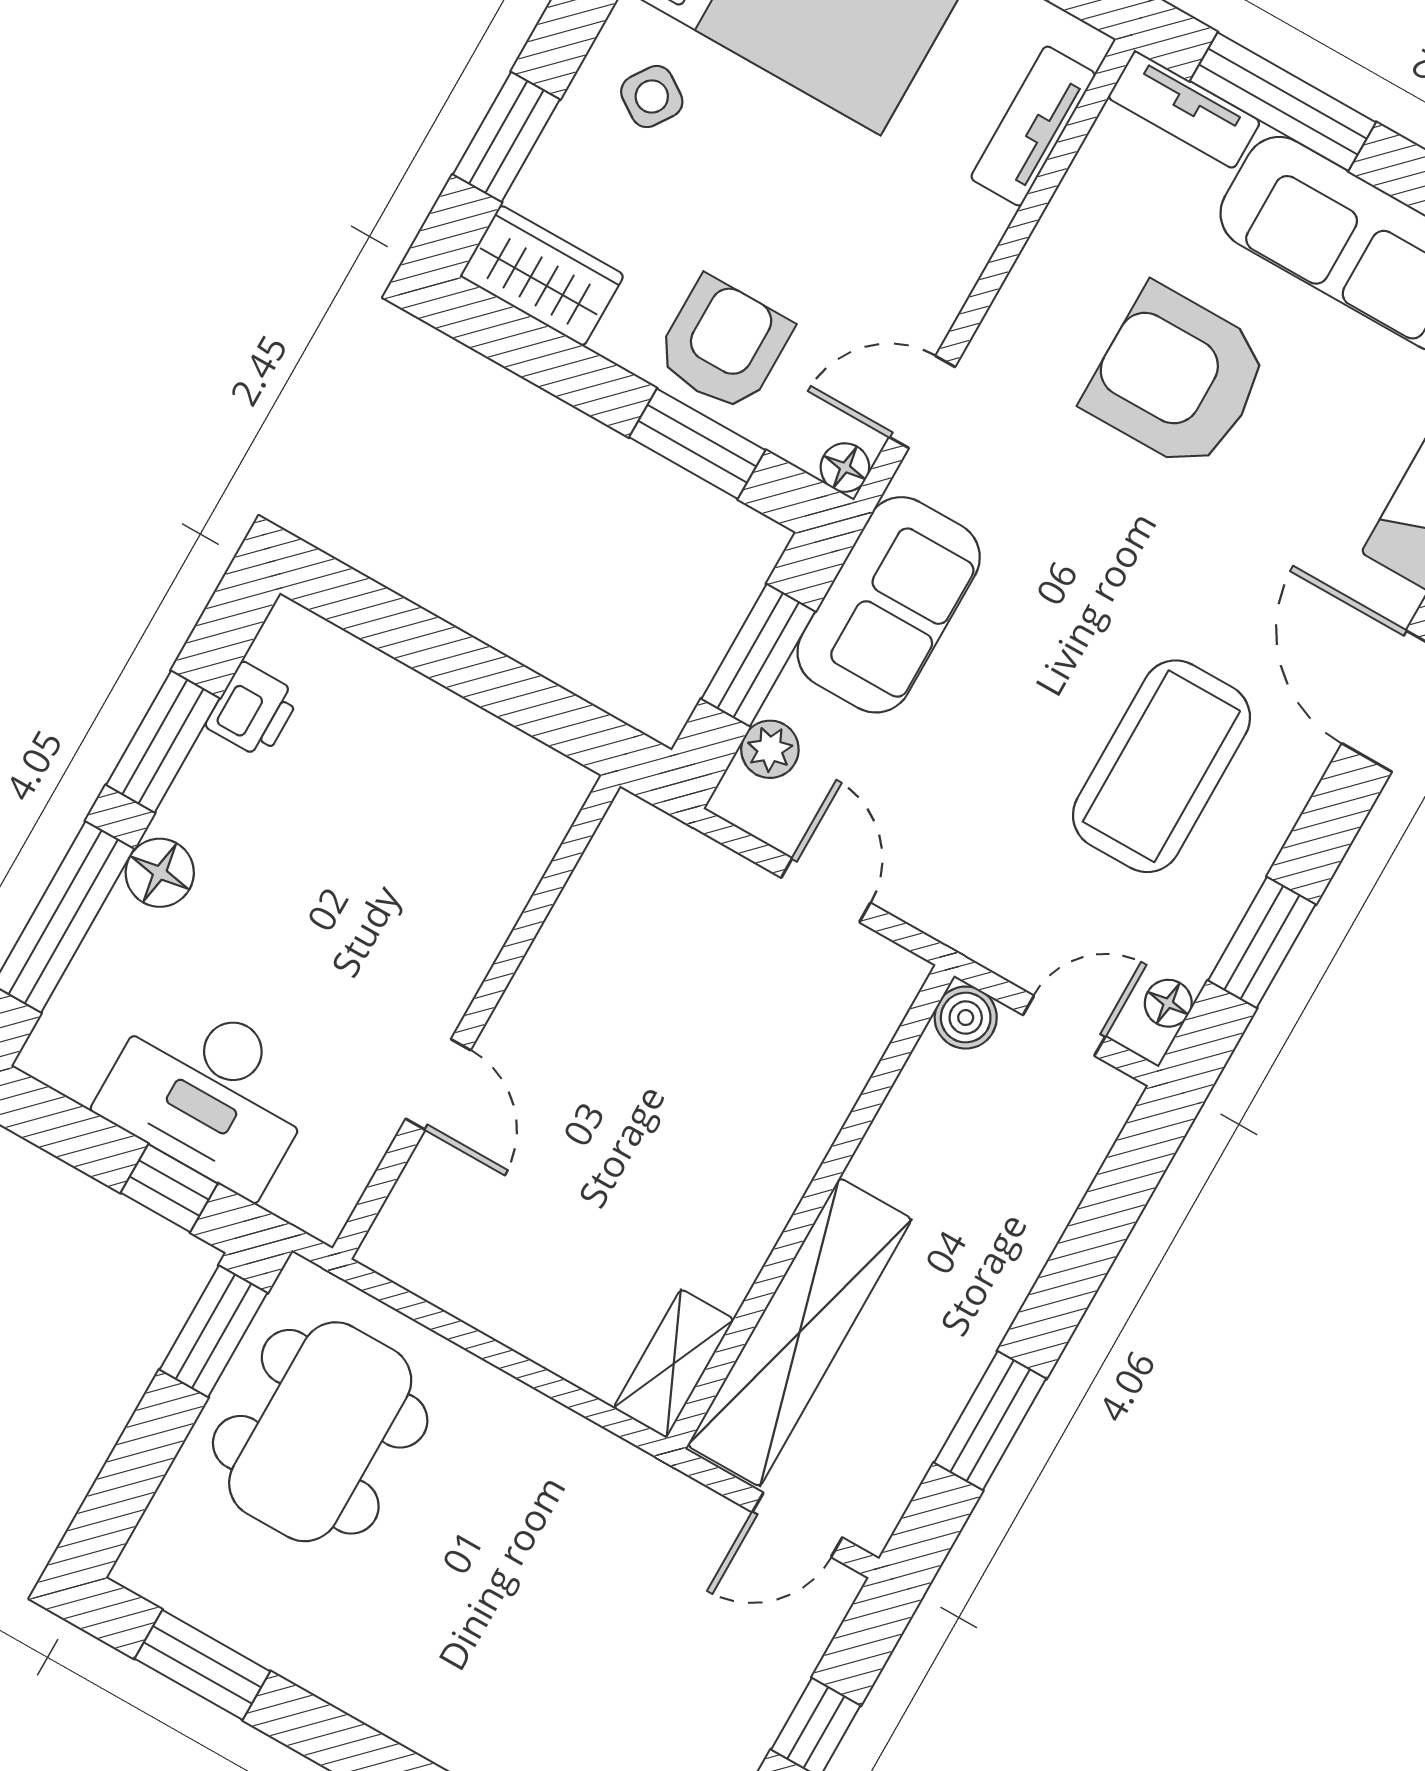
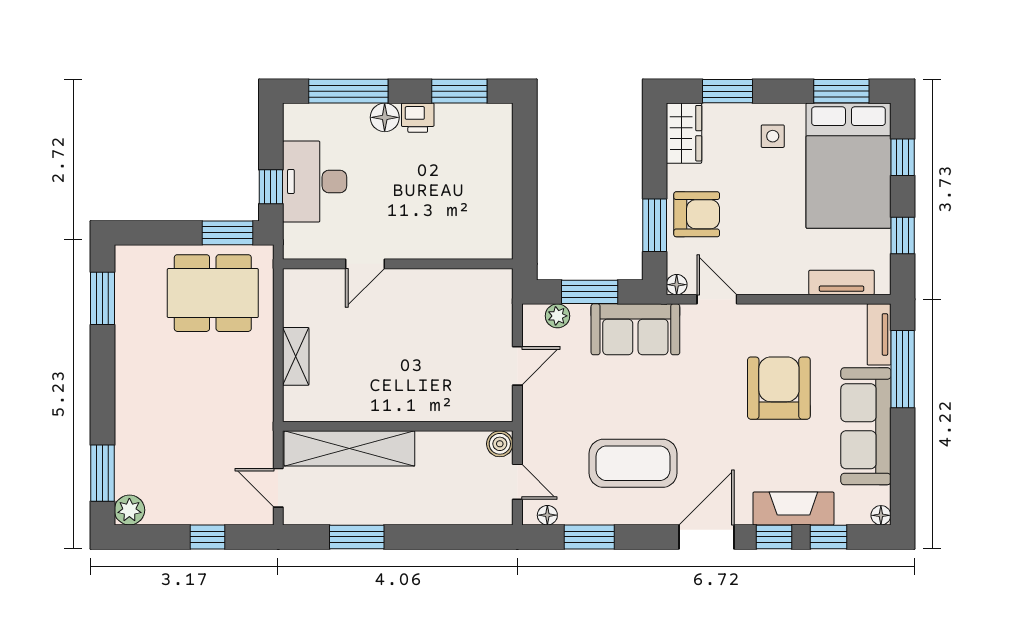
side table: (652, 97) -> (773, 136), turned -34
printer: (253, 710) -> (418, 118), moved
window: (163, 742) -> (459, 91), moved
shelving: (674, 1364) -> (296, 356), moved, turned 90

